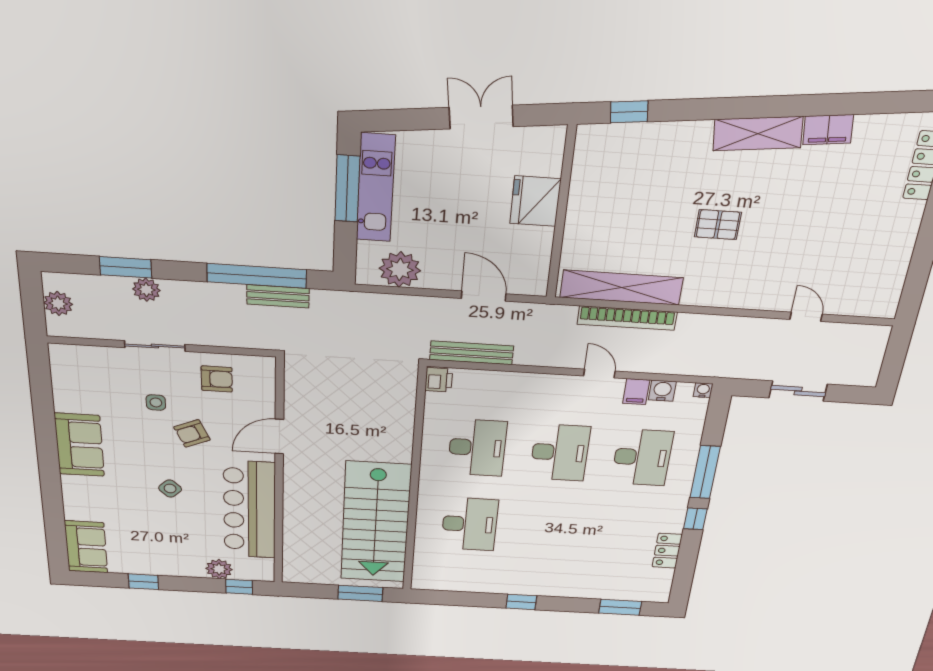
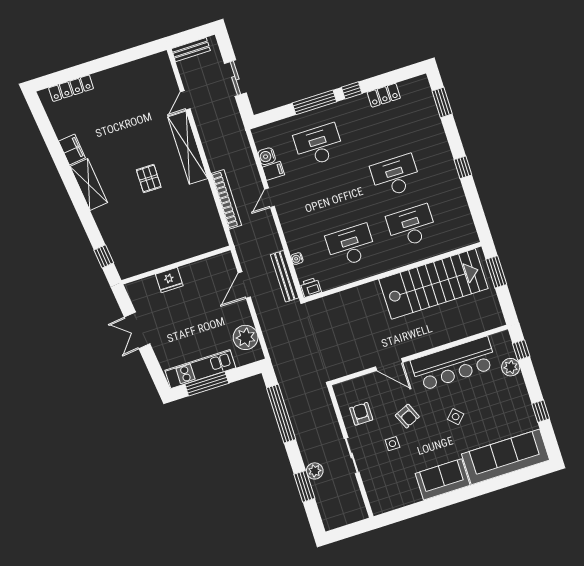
fridge: (535, 201) -> (169, 280), width x0.73, depth x0.75
shelving: (621, 288) -> (188, 148), moved
bench: (278, 296) -> (191, 50), moved, turned 90
plant: (58, 303) -> (344, 517), removed
water cooler: (703, 390) -> (297, 259), moved
desk: (560, 453) -> (395, 176), moved
sofa: (86, 547) -> (505, 457), width x1.85, depth x1.27

